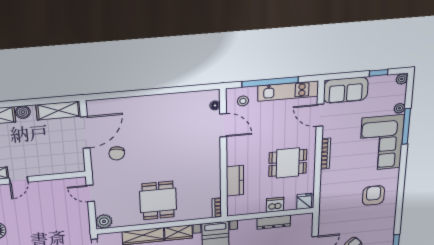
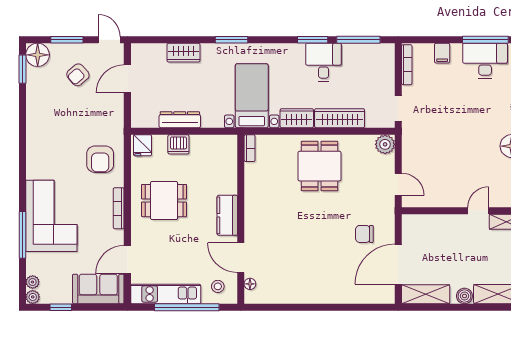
plant: (399, 108) -> (33, 282), moved
door: (320, 115) -> (127, 260), swing flipped
chair: (117, 153) -> (364, 234), turned -99
kitchen counter: (235, 181) -> (227, 215), moved
armchair: (373, 195) -> (100, 159), moved

